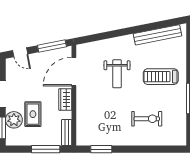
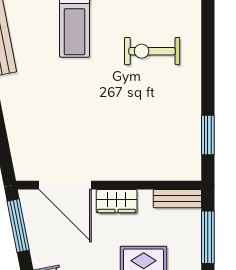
weight bench: (117, 74) -> (69, 106), removed
exercise bike: (147, 119) -> (152, 51), turned -90

